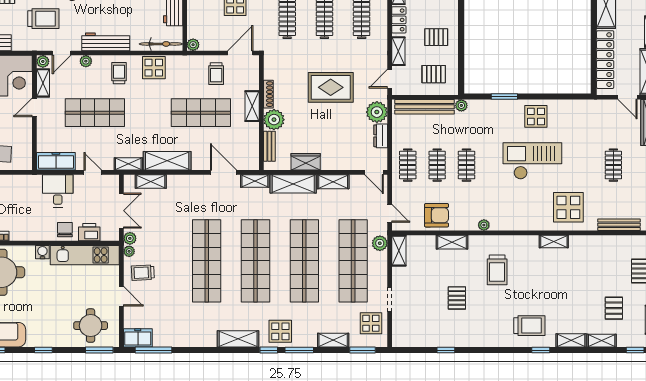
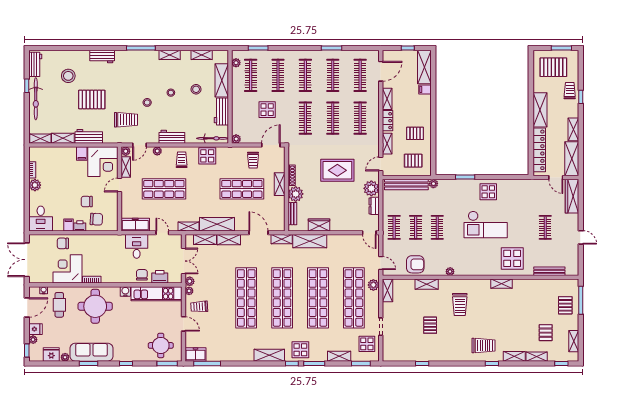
workbench: (106, 42) -> (172, 137), width x0.73
checkout: (532, 161) -> (486, 224), turned 180
shelving: (333, 182) -> (229, 240), moved

